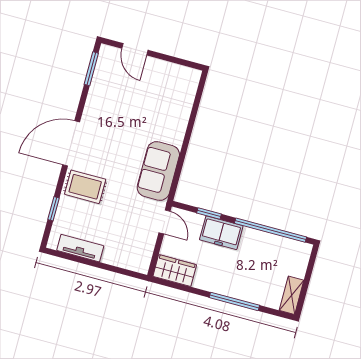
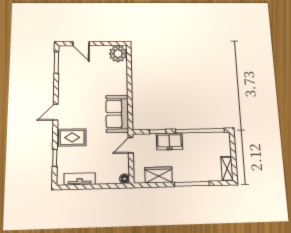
plant: (185, 80) -> (118, 54), added
door: (71, 143) -> (56, 112), width x0.53
door: (165, 222) -> (131, 145), swing flipped
floor lamp: (142, 266) -> (125, 179), added
wardrobe: (175, 271) -> (159, 175), moved

